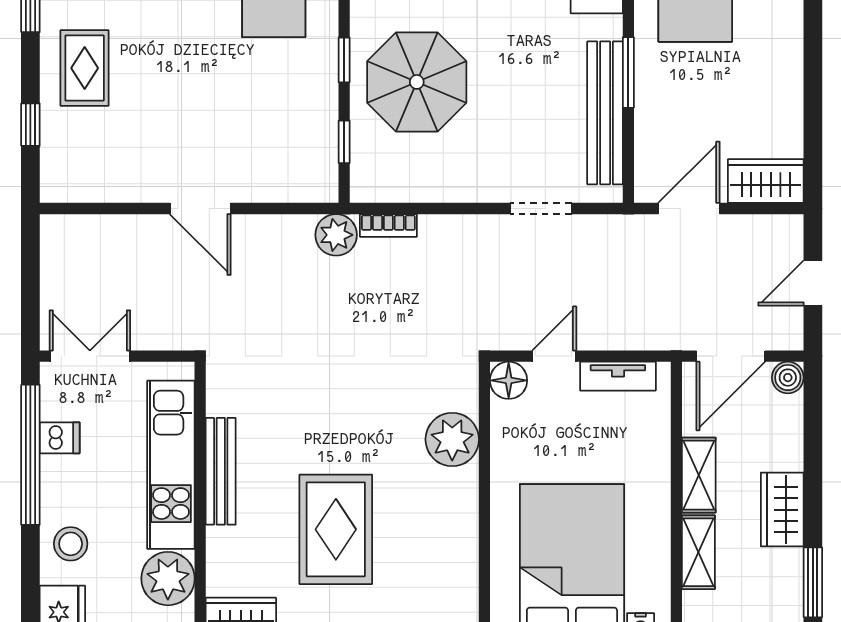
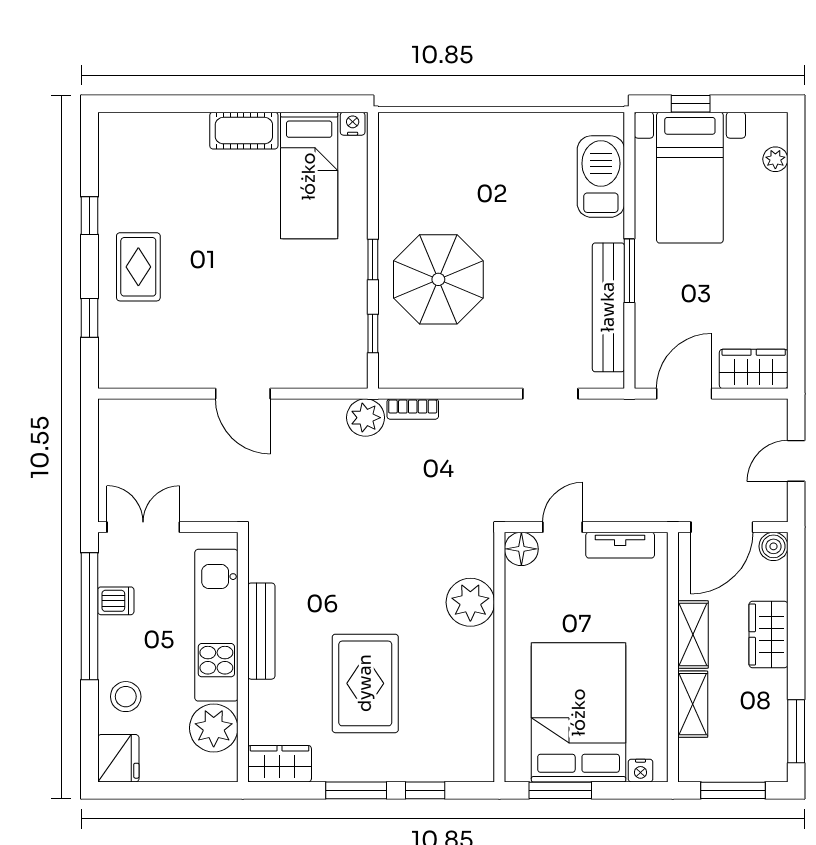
wardrobe: (782, 510) -> (768, 635), moved

